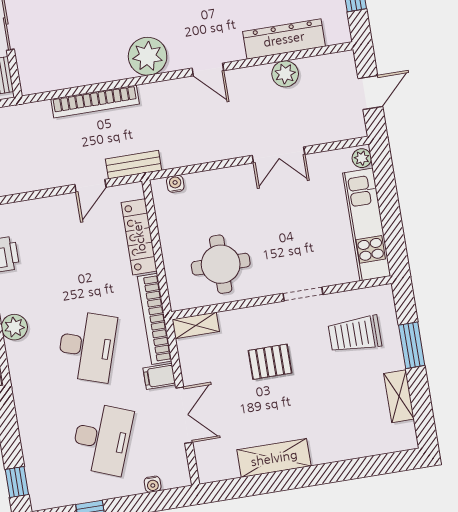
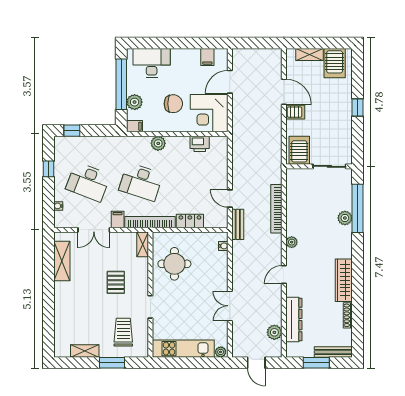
plant: (148, 56) -> (292, 242), width x0.53, depth x0.53
plant: (285, 74) -> (274, 332), moved
locker: (139, 237) -> (190, 221), width x0.66
shelving: (274, 458) -> (62, 261), moved

